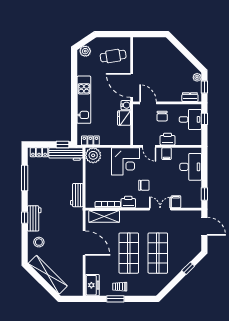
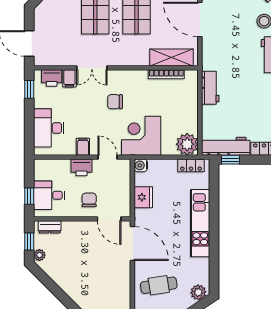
water cooler: (126, 105) -> (141, 165), moved
printer: (128, 202) -> (52, 78), moved

